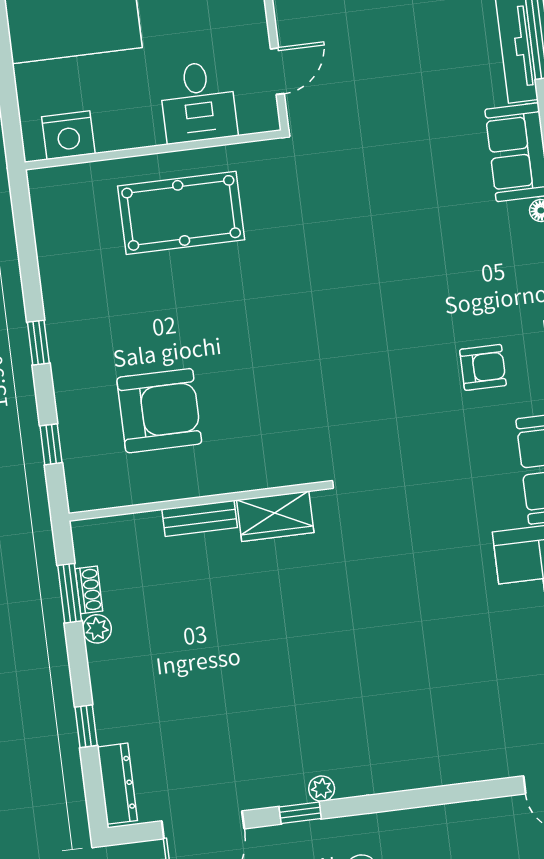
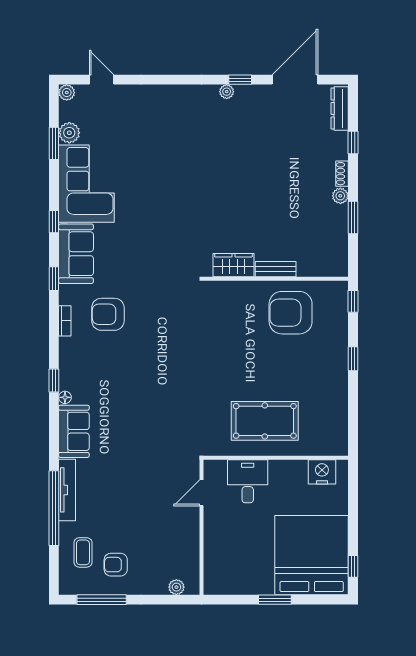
armchair: (483, 367) -> (108, 314), width x1.38, depth x1.38
wall: (197, 501) -> (276, 279), moved
wardrobe: (275, 516) -> (234, 265), moved
bench: (200, 518) -> (276, 269), moved
shoe rack: (89, 590) -> (342, 174), moved

